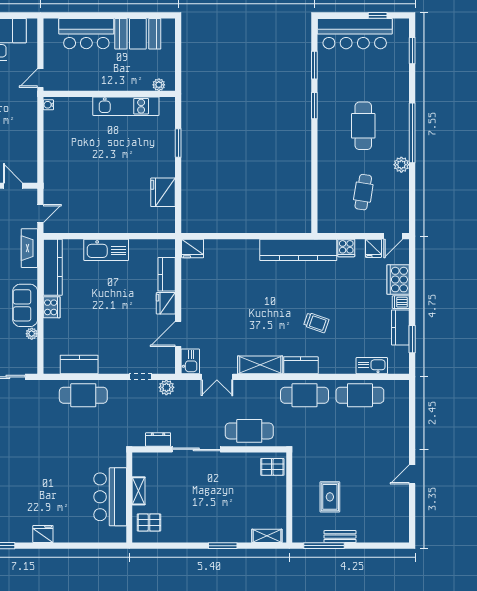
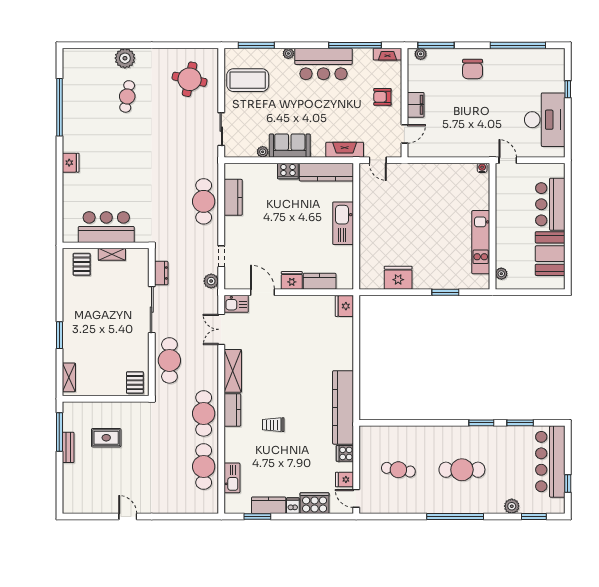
plant: (401, 165) -> (512, 506), moved
trolley: (316, 323) -> (273, 425), turned 71

